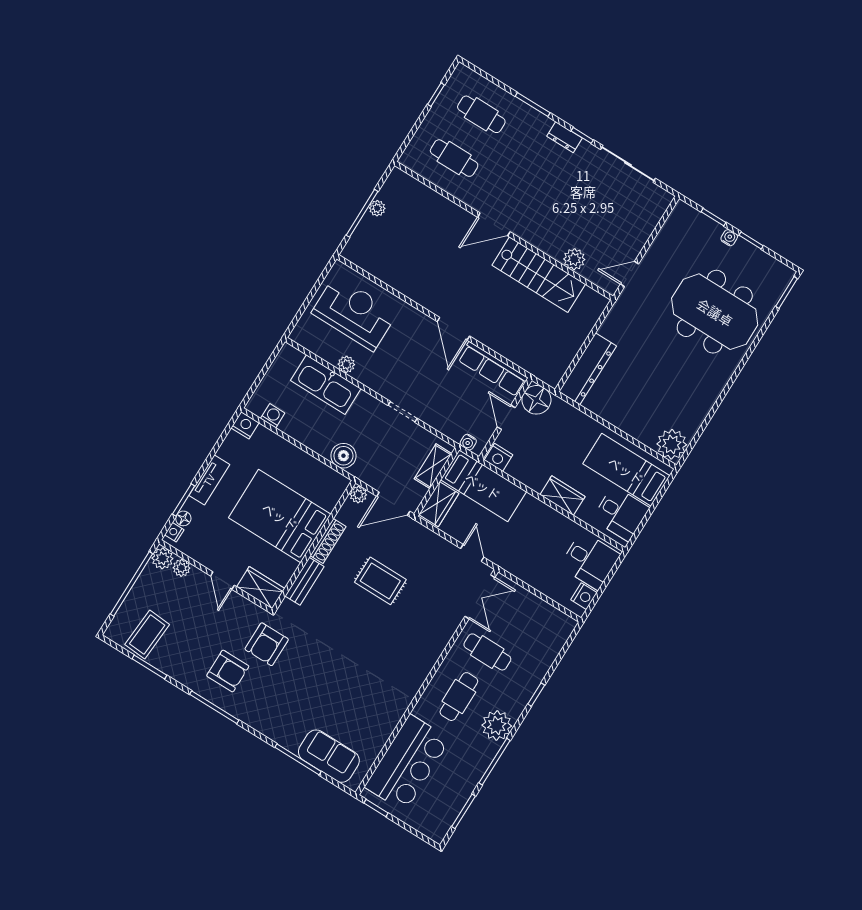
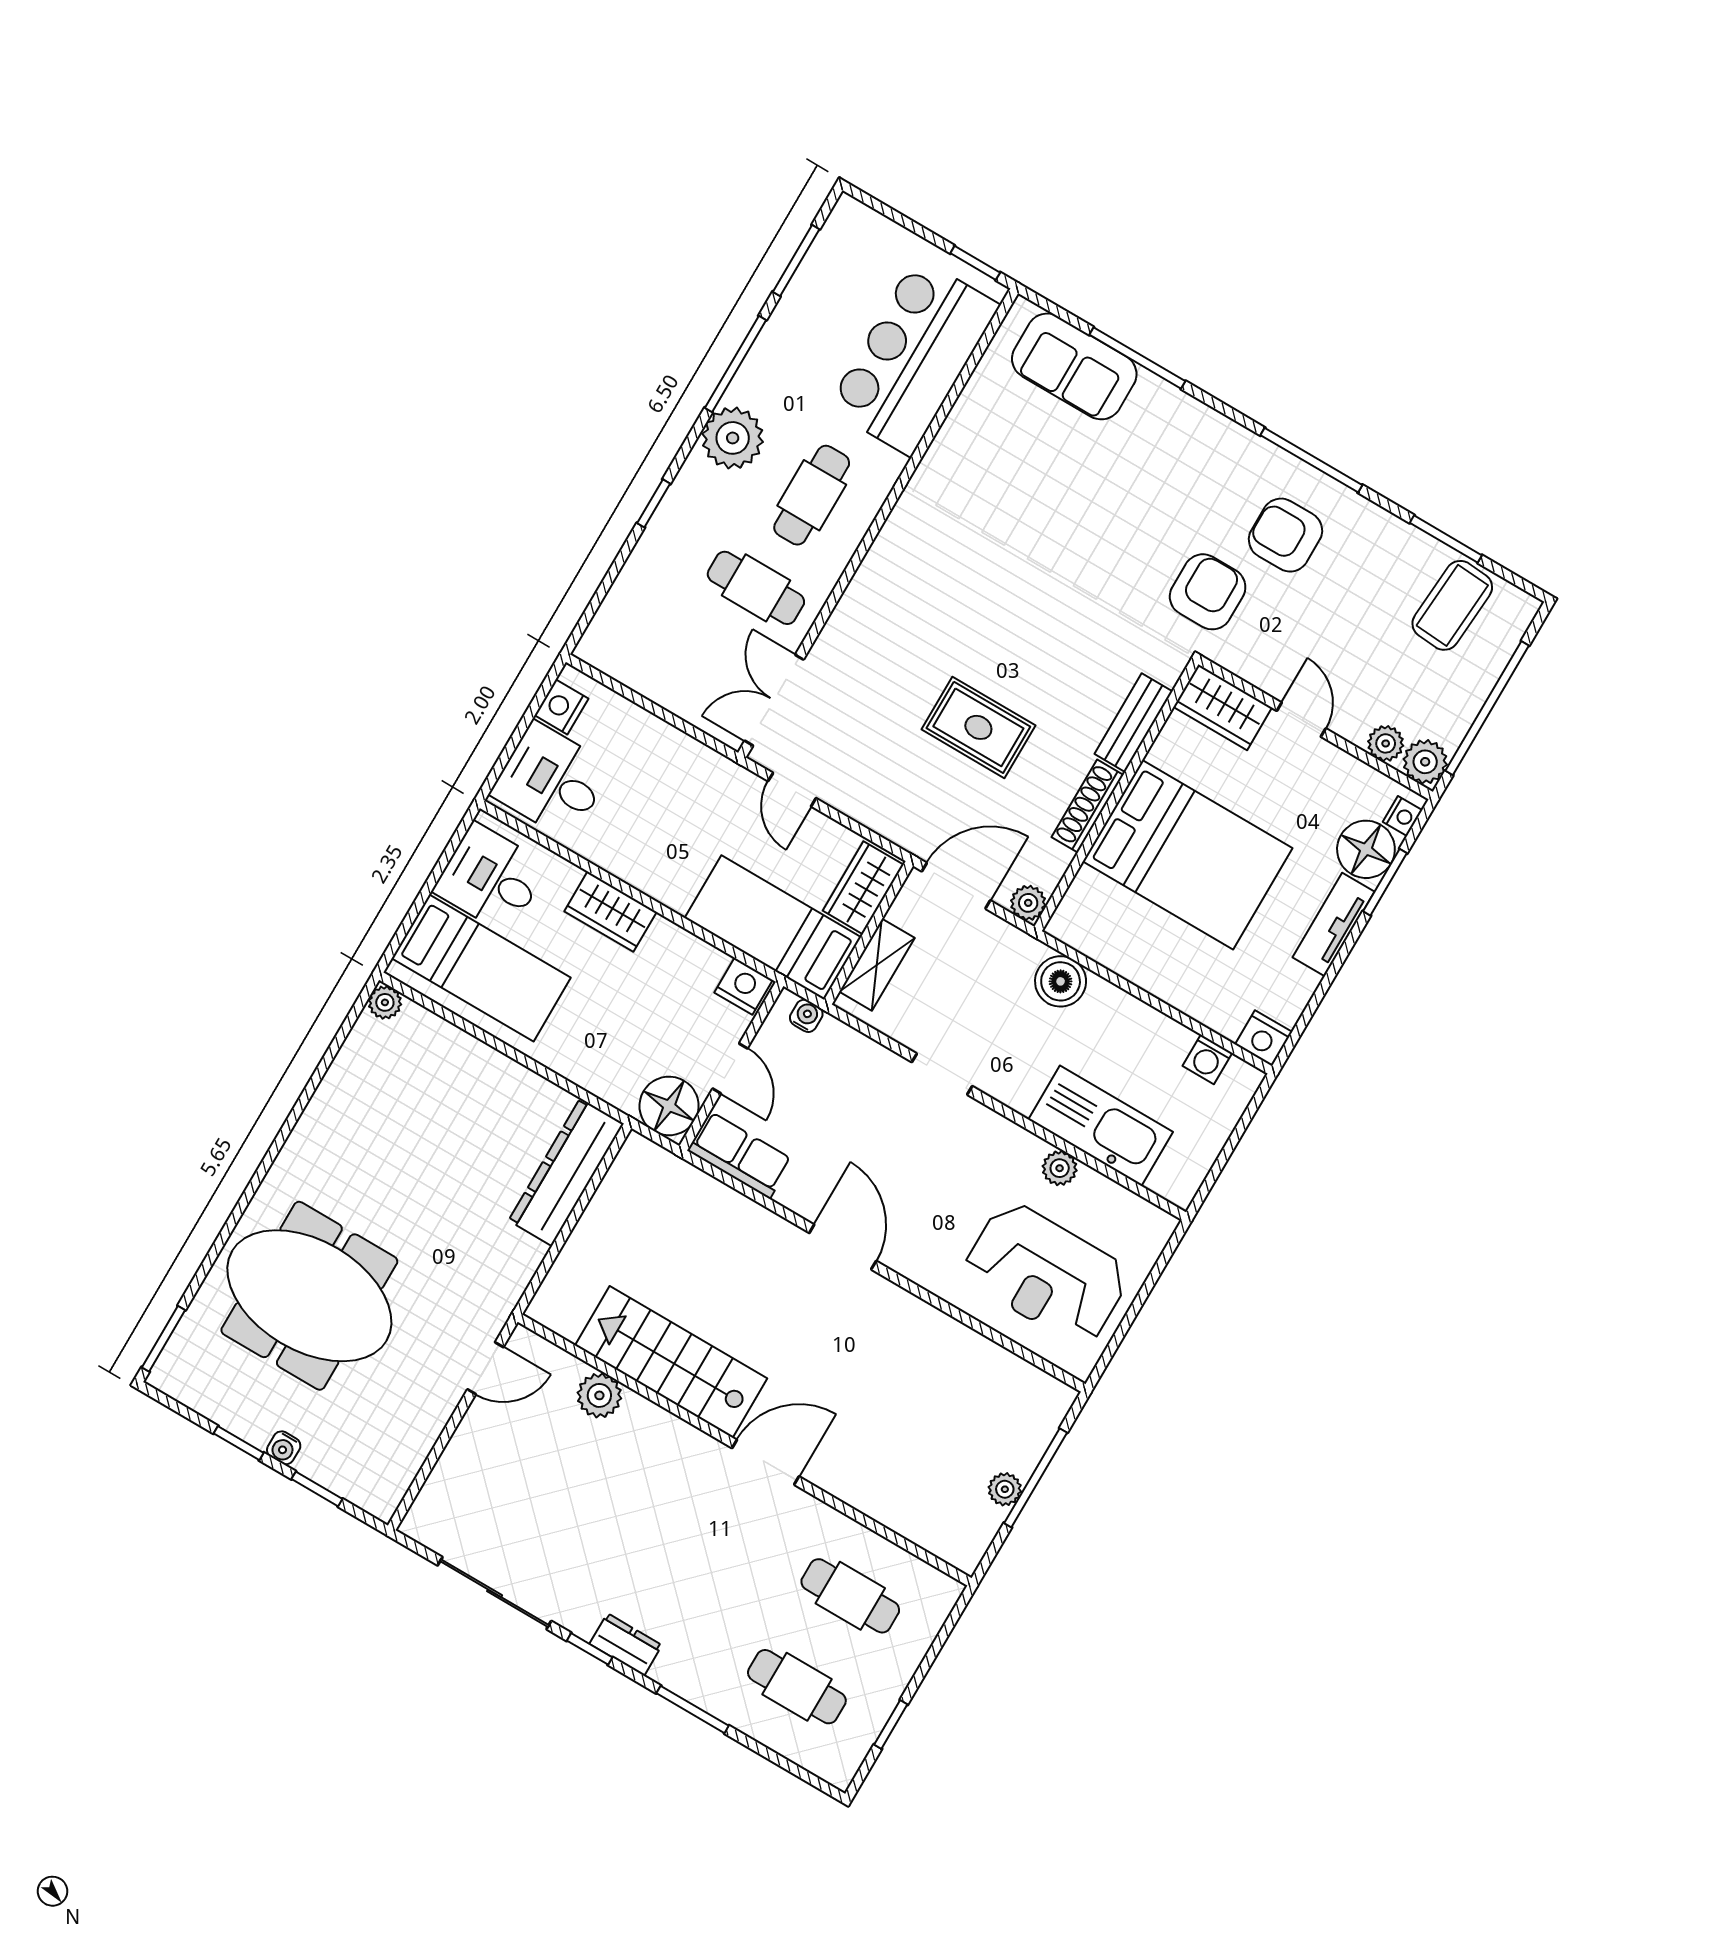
row of seats: (493, 369) -> (740, 1155), width x0.68
plant: (672, 444) -> (385, 1002), width x0.53, depth x0.53
floor lamp: (183, 518) -> (1366, 849), width x1.89, depth x1.89

